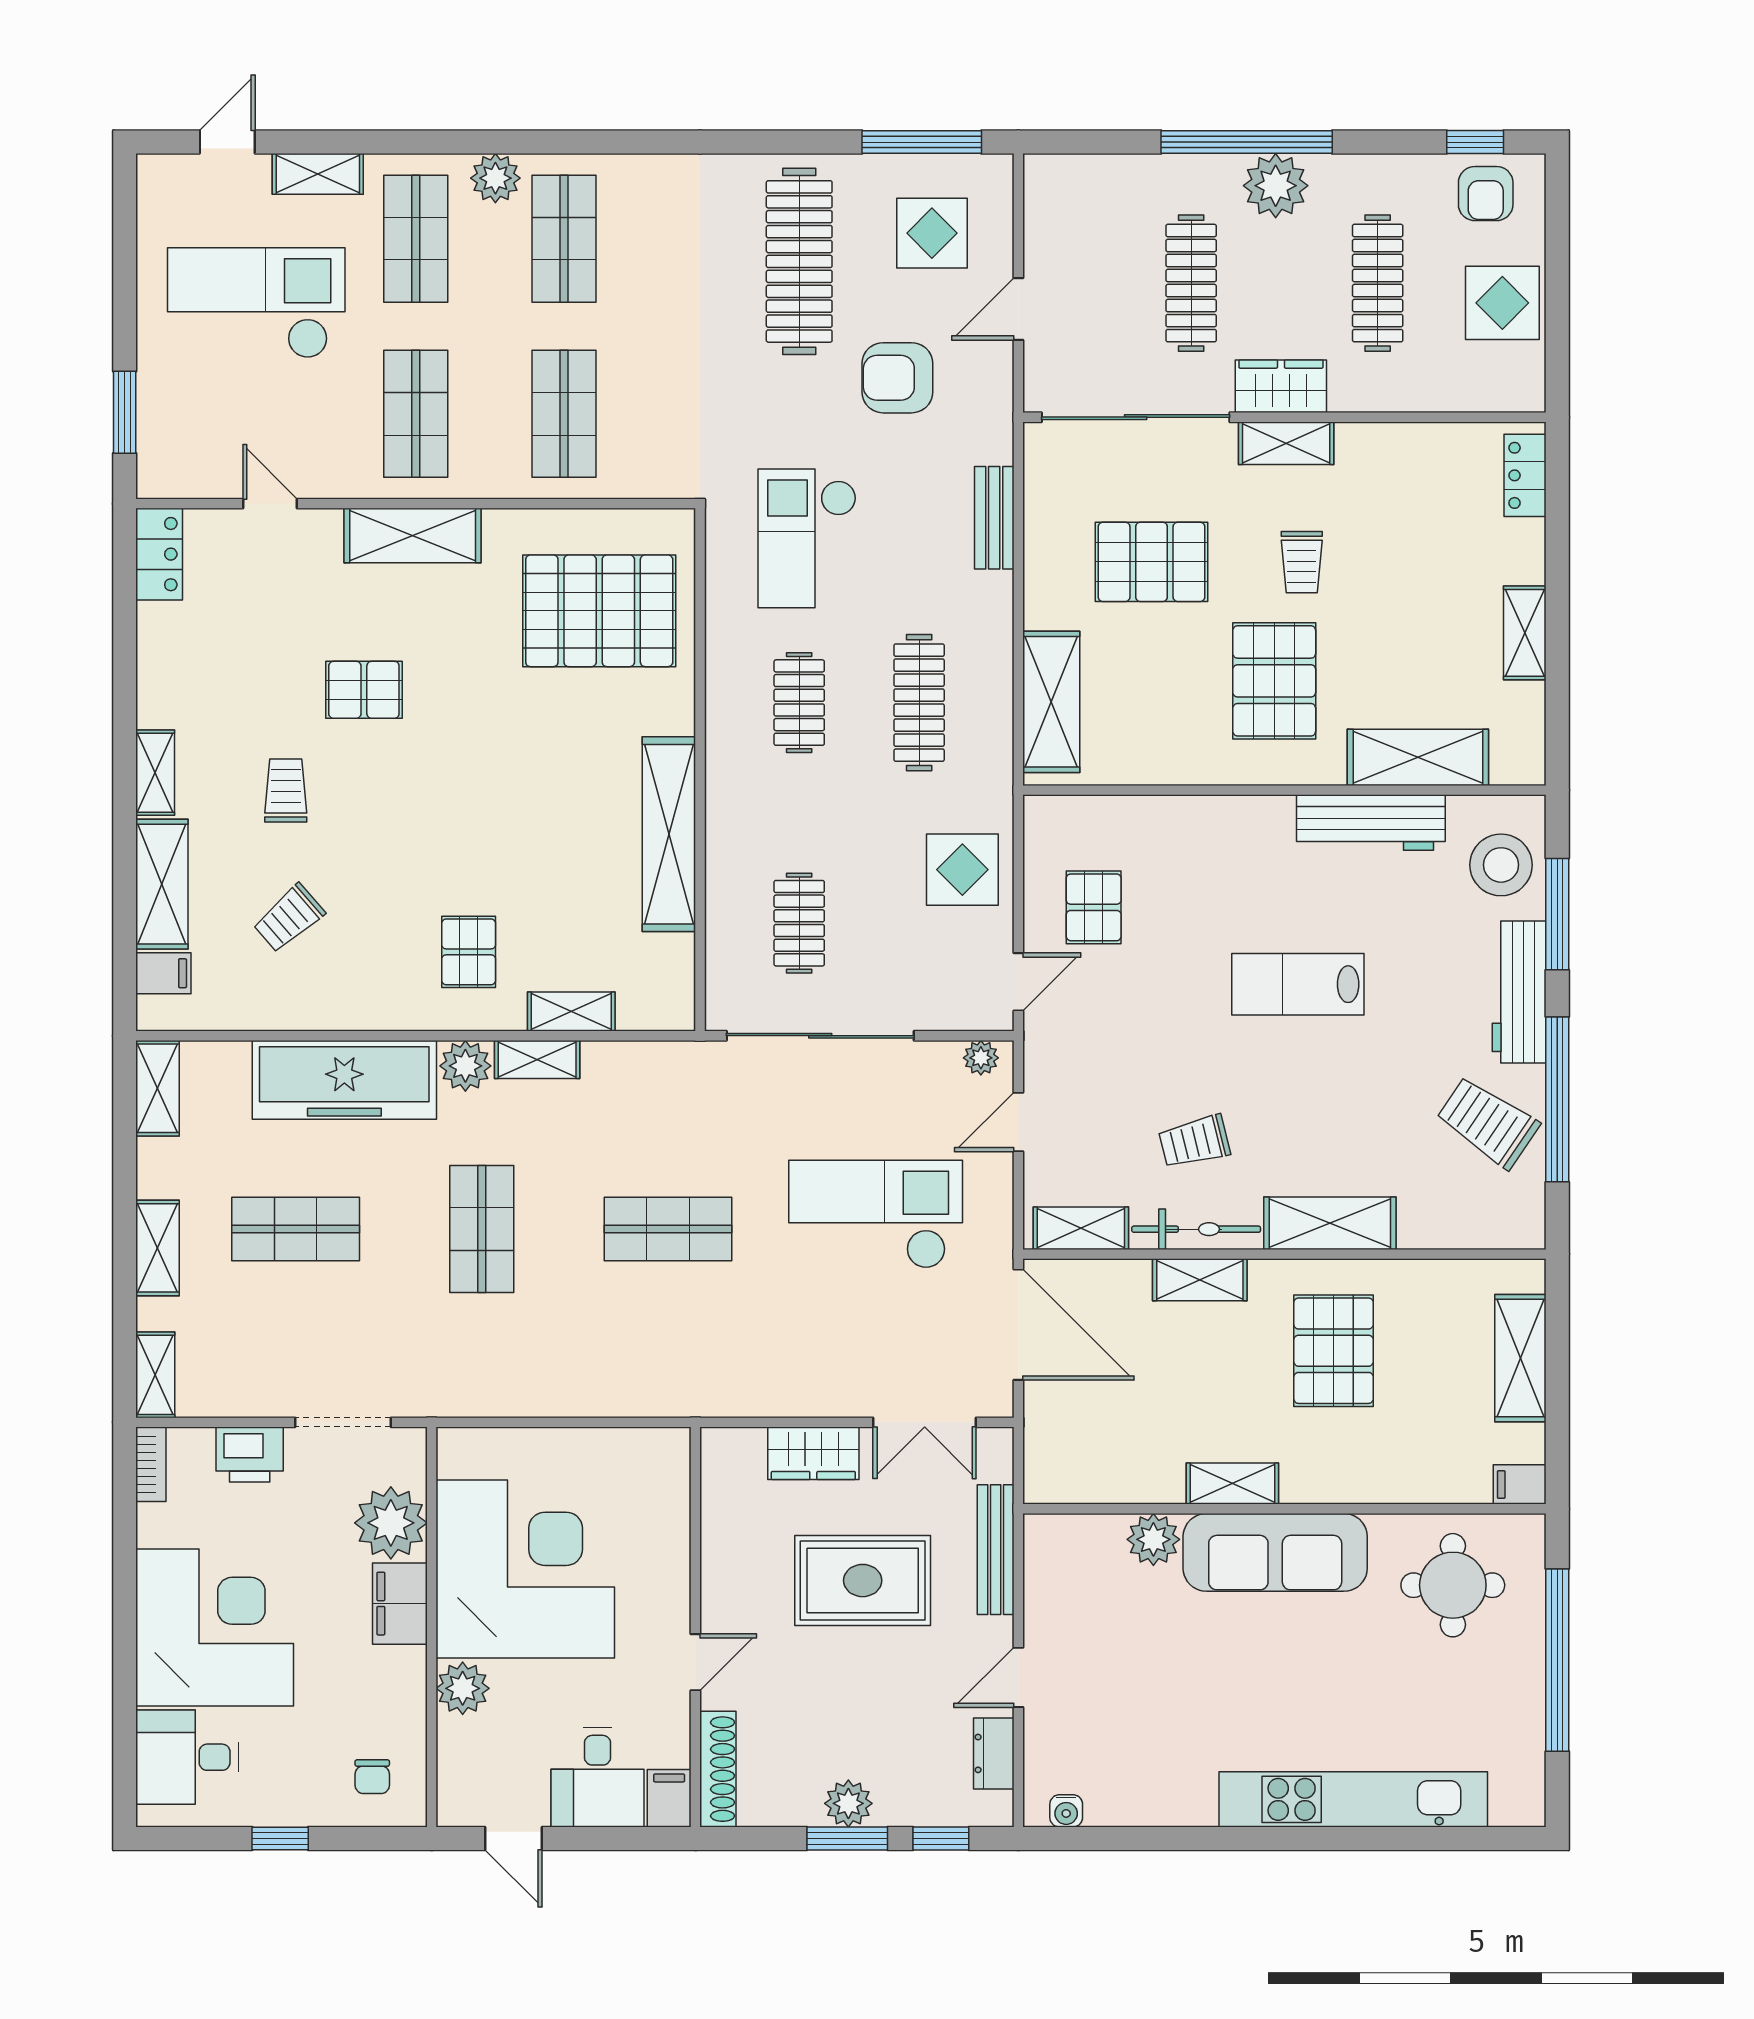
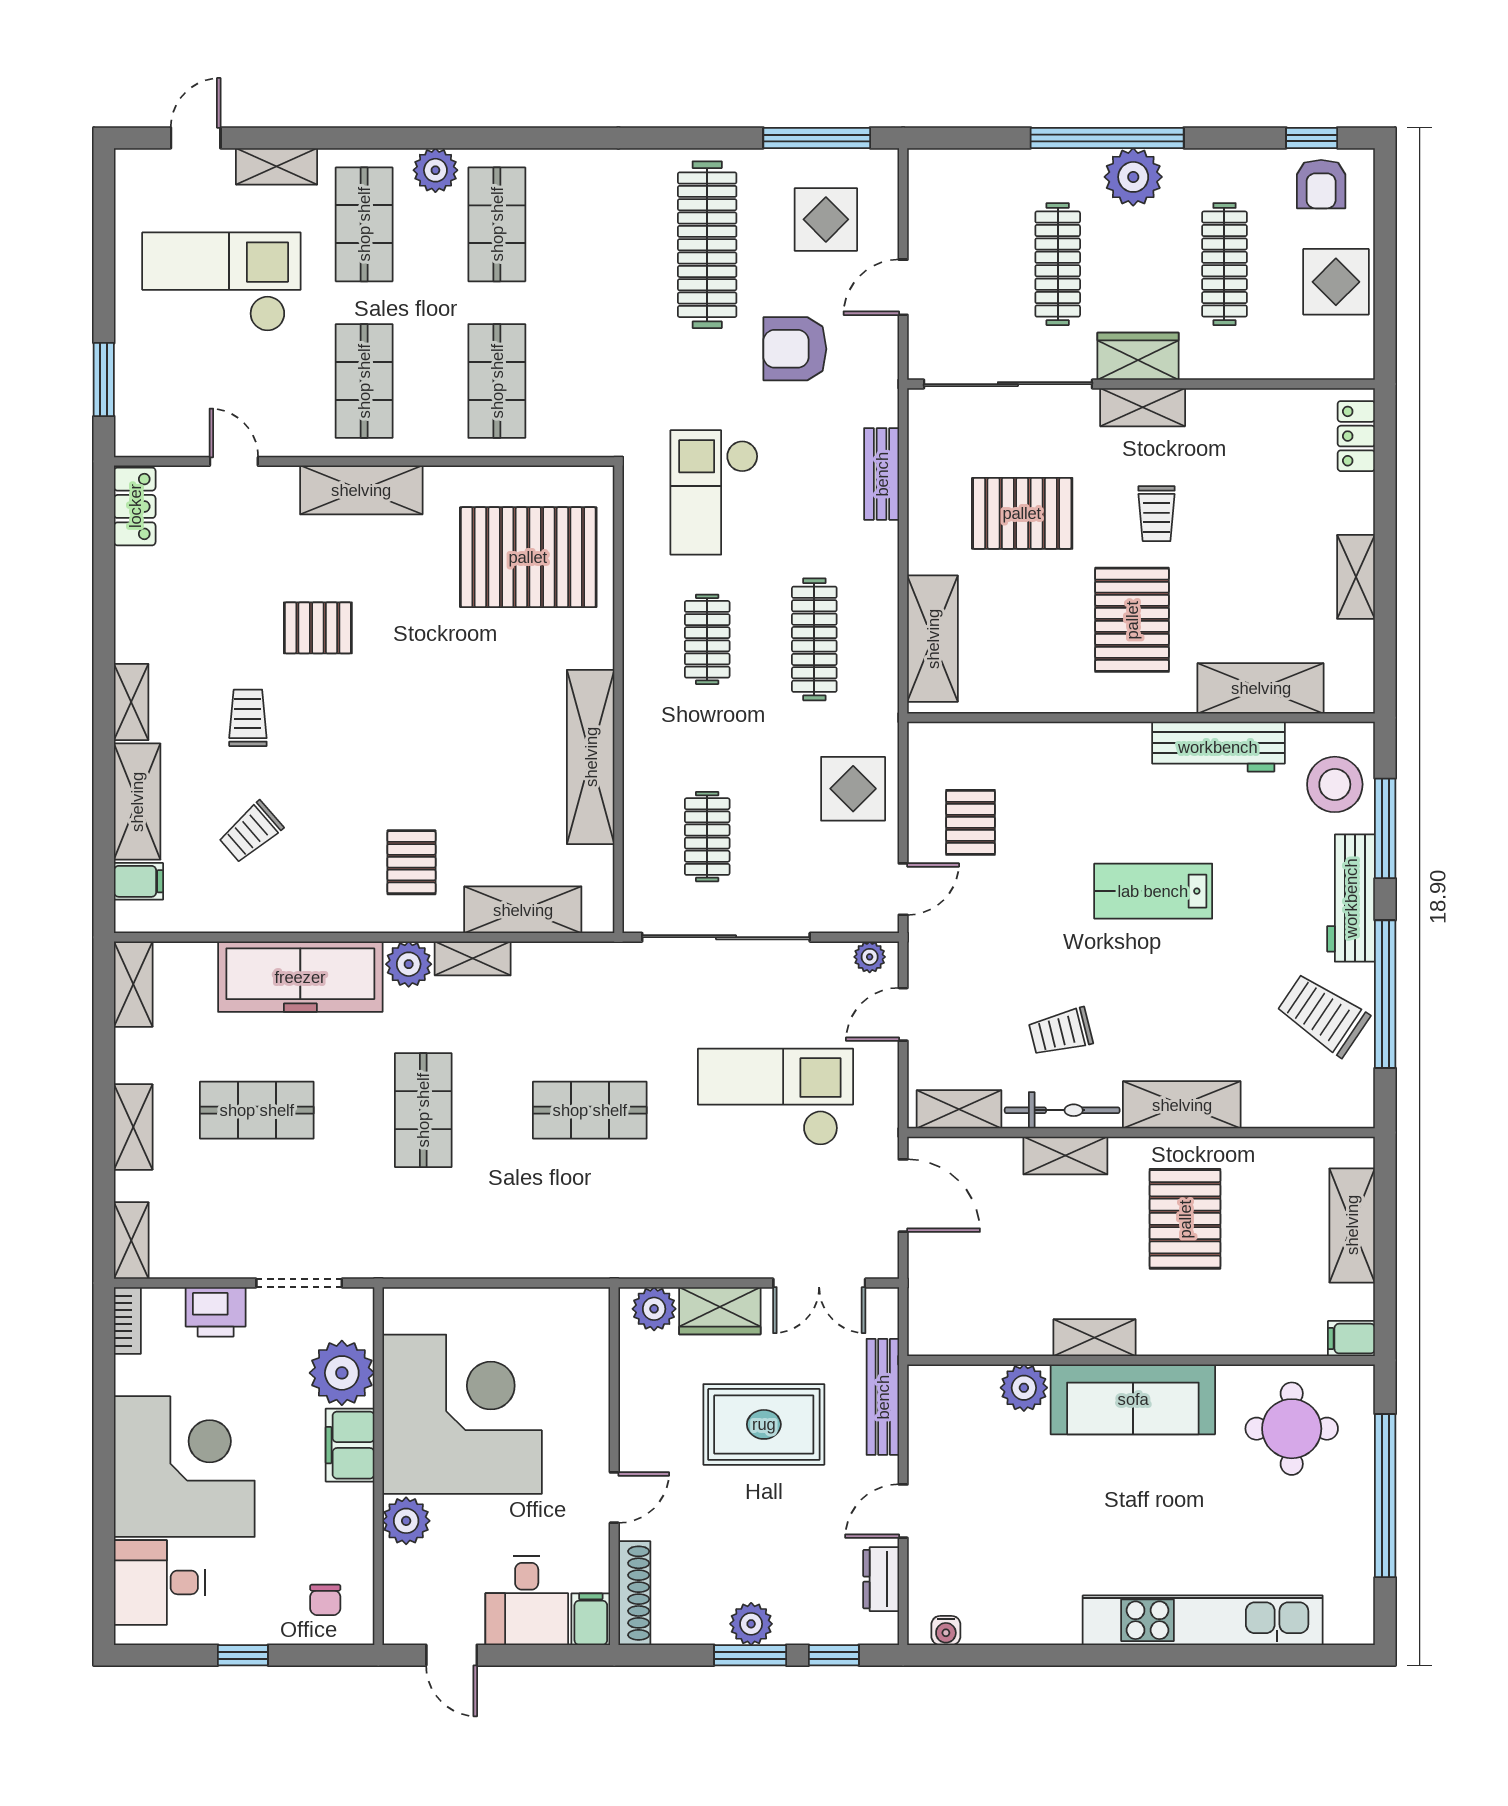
shelving: (571, 1012) -> (523, 910), width x1.50, depth x1.33
door: (1018, 1325) -> (903, 1196), width x0.73
plant: (740, 1451) -> (654, 1309), added

